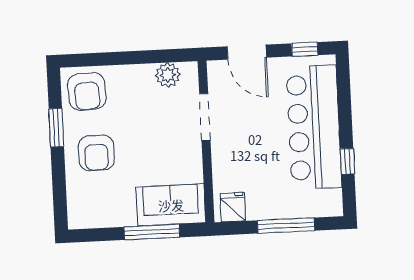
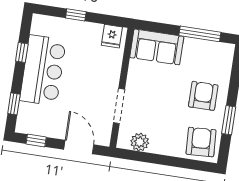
window: (344, 92) -> (14, 104), added
bar counter: (314, 127) -> (43, 70), width x0.73
window: (286, 226) -> (76, 15), width x0.46
window: (152, 232) -> (200, 34), moved

